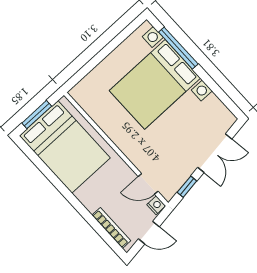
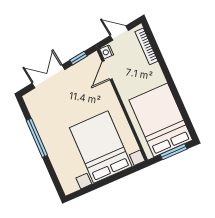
window: (178, 48) -> (37, 138), moved
bed with nightstands: (155, 84) -> (101, 147), moved, turned -90
door: (148, 184) -> (107, 70), swing flipped

